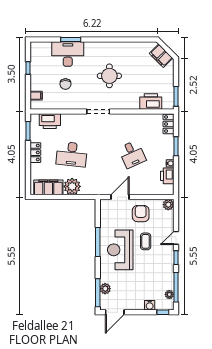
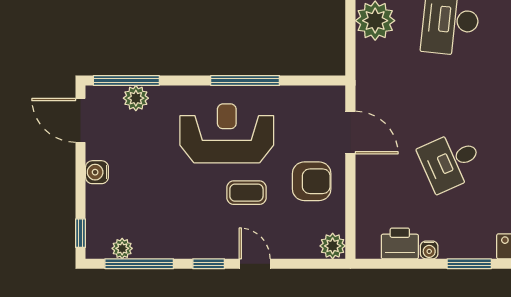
water cooler: (150, 305) -> (97, 172), moved

